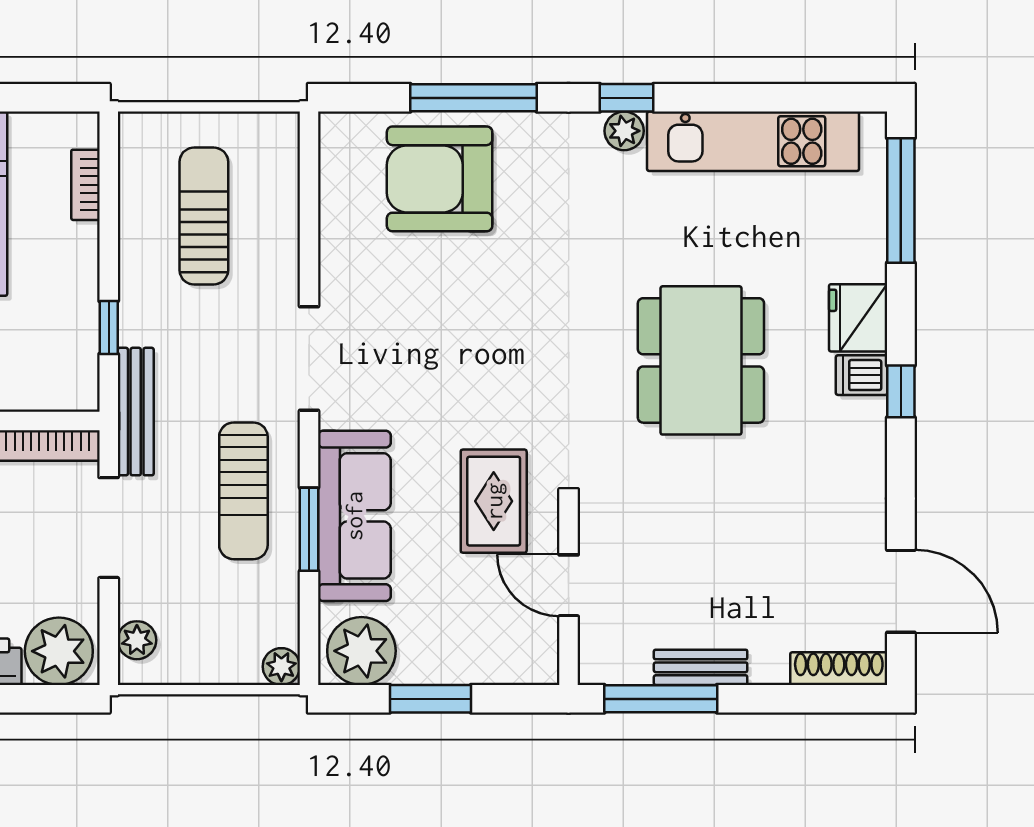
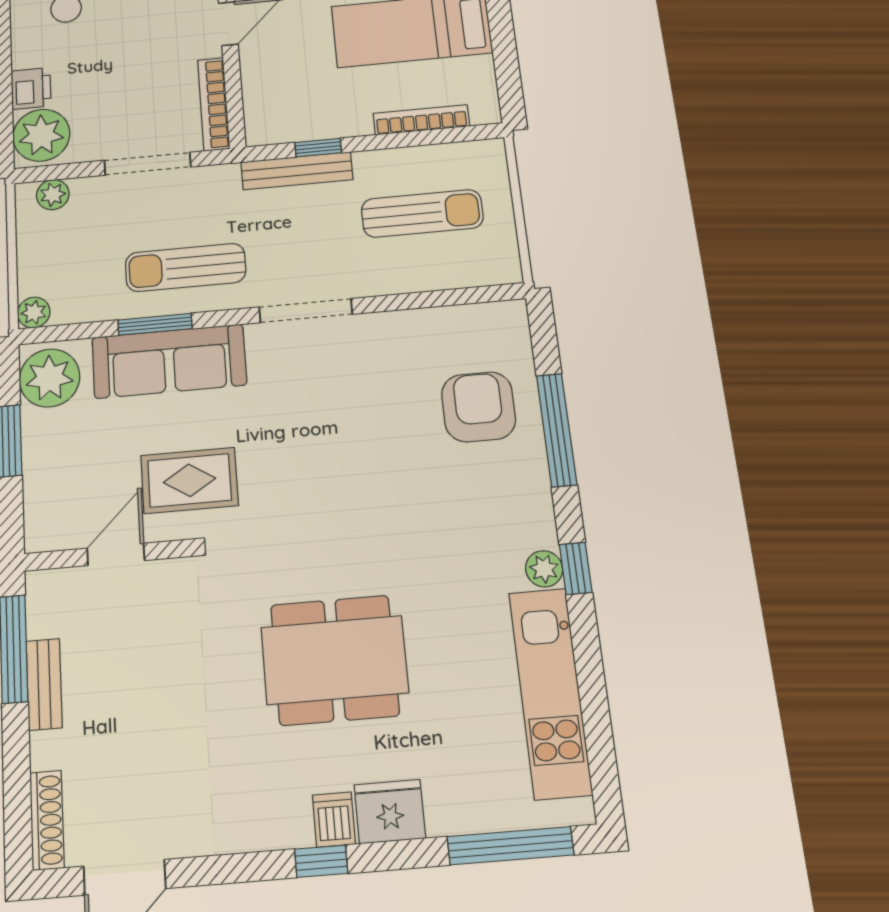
armchair: (440, 179) -> (479, 407), width x0.73, depth x0.73
bookcase: (85, 185) -> (421, 120), width x1.56
bench: (136, 412) -> (297, 171), moved

